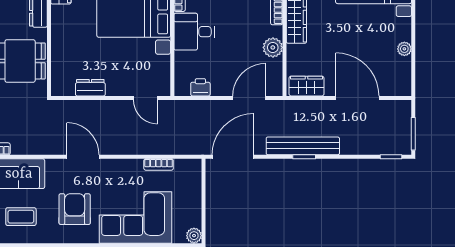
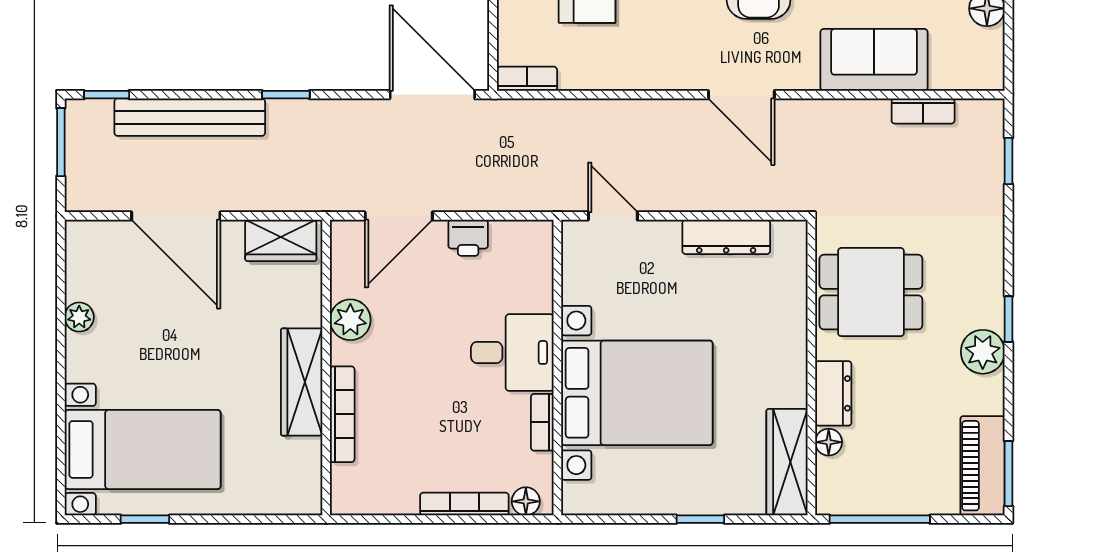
printer: (200, 87) -> (468, 238), moved
dresser: (90, 88) -> (726, 237), width x1.44
bench: (303, 146) -> (190, 117), moved
door: (233, 157) -> (432, 95), swing flipped
bookcase: (159, 164) -> (527, 79), moved

